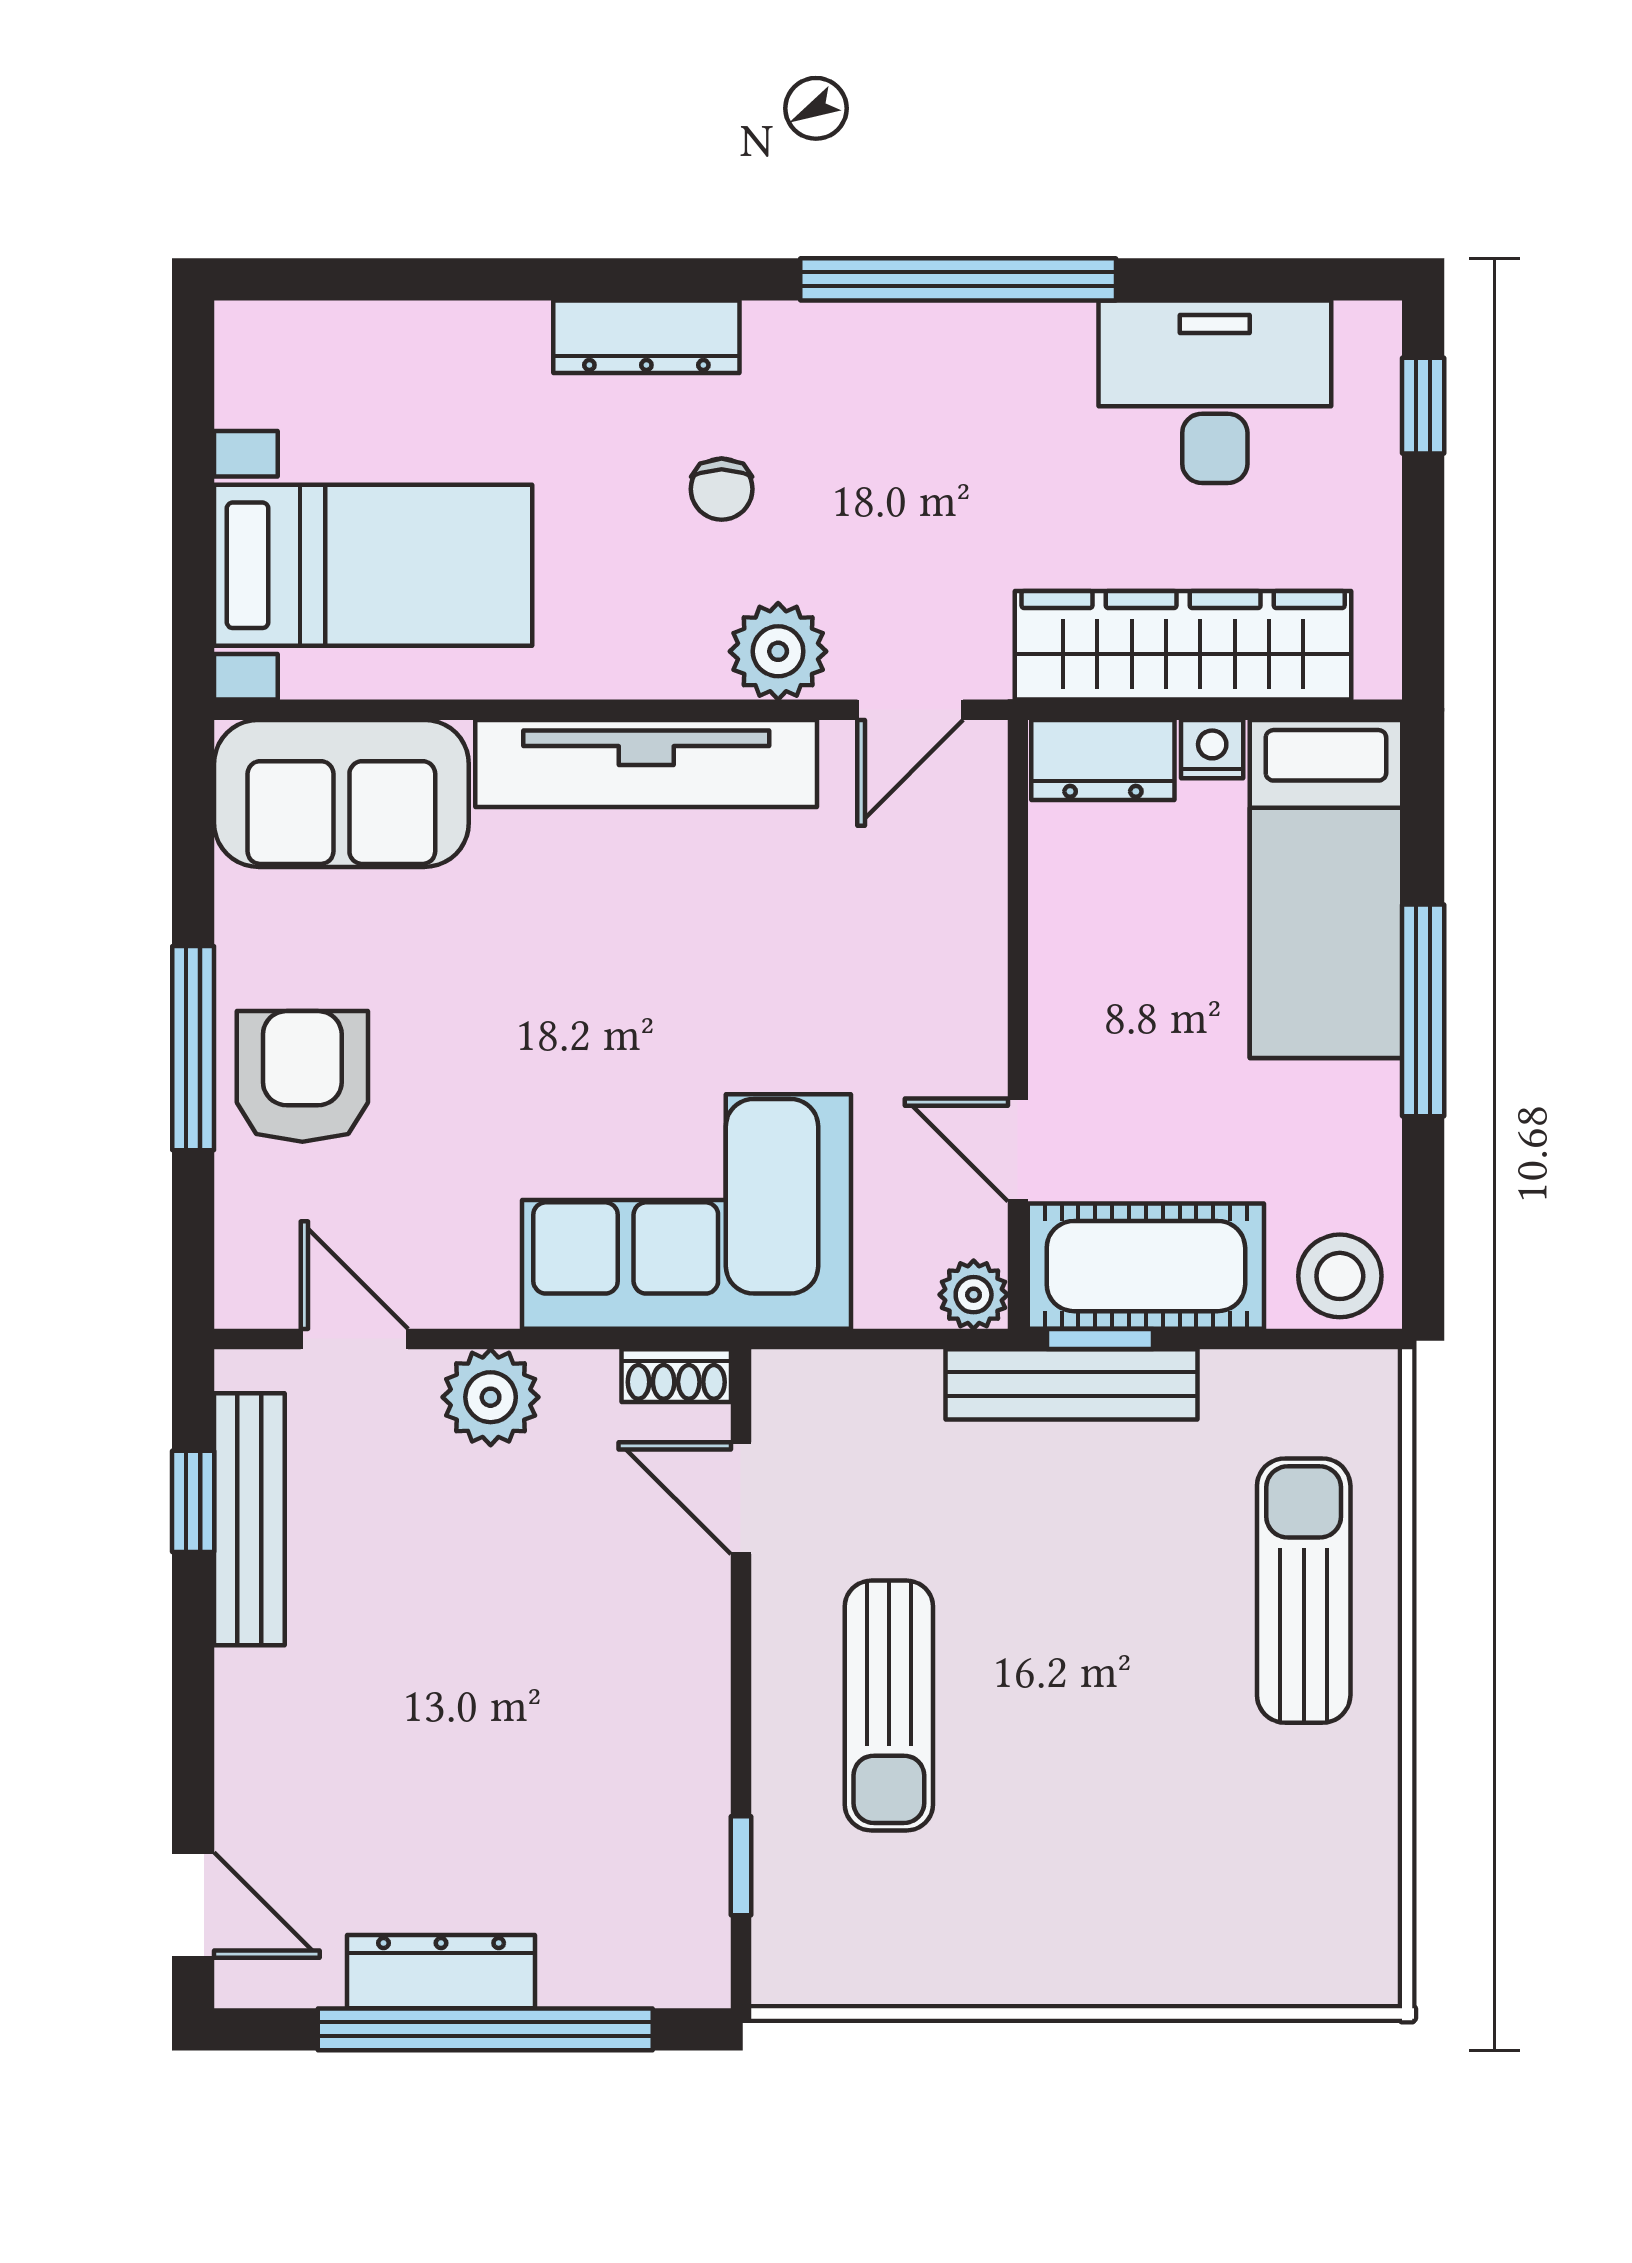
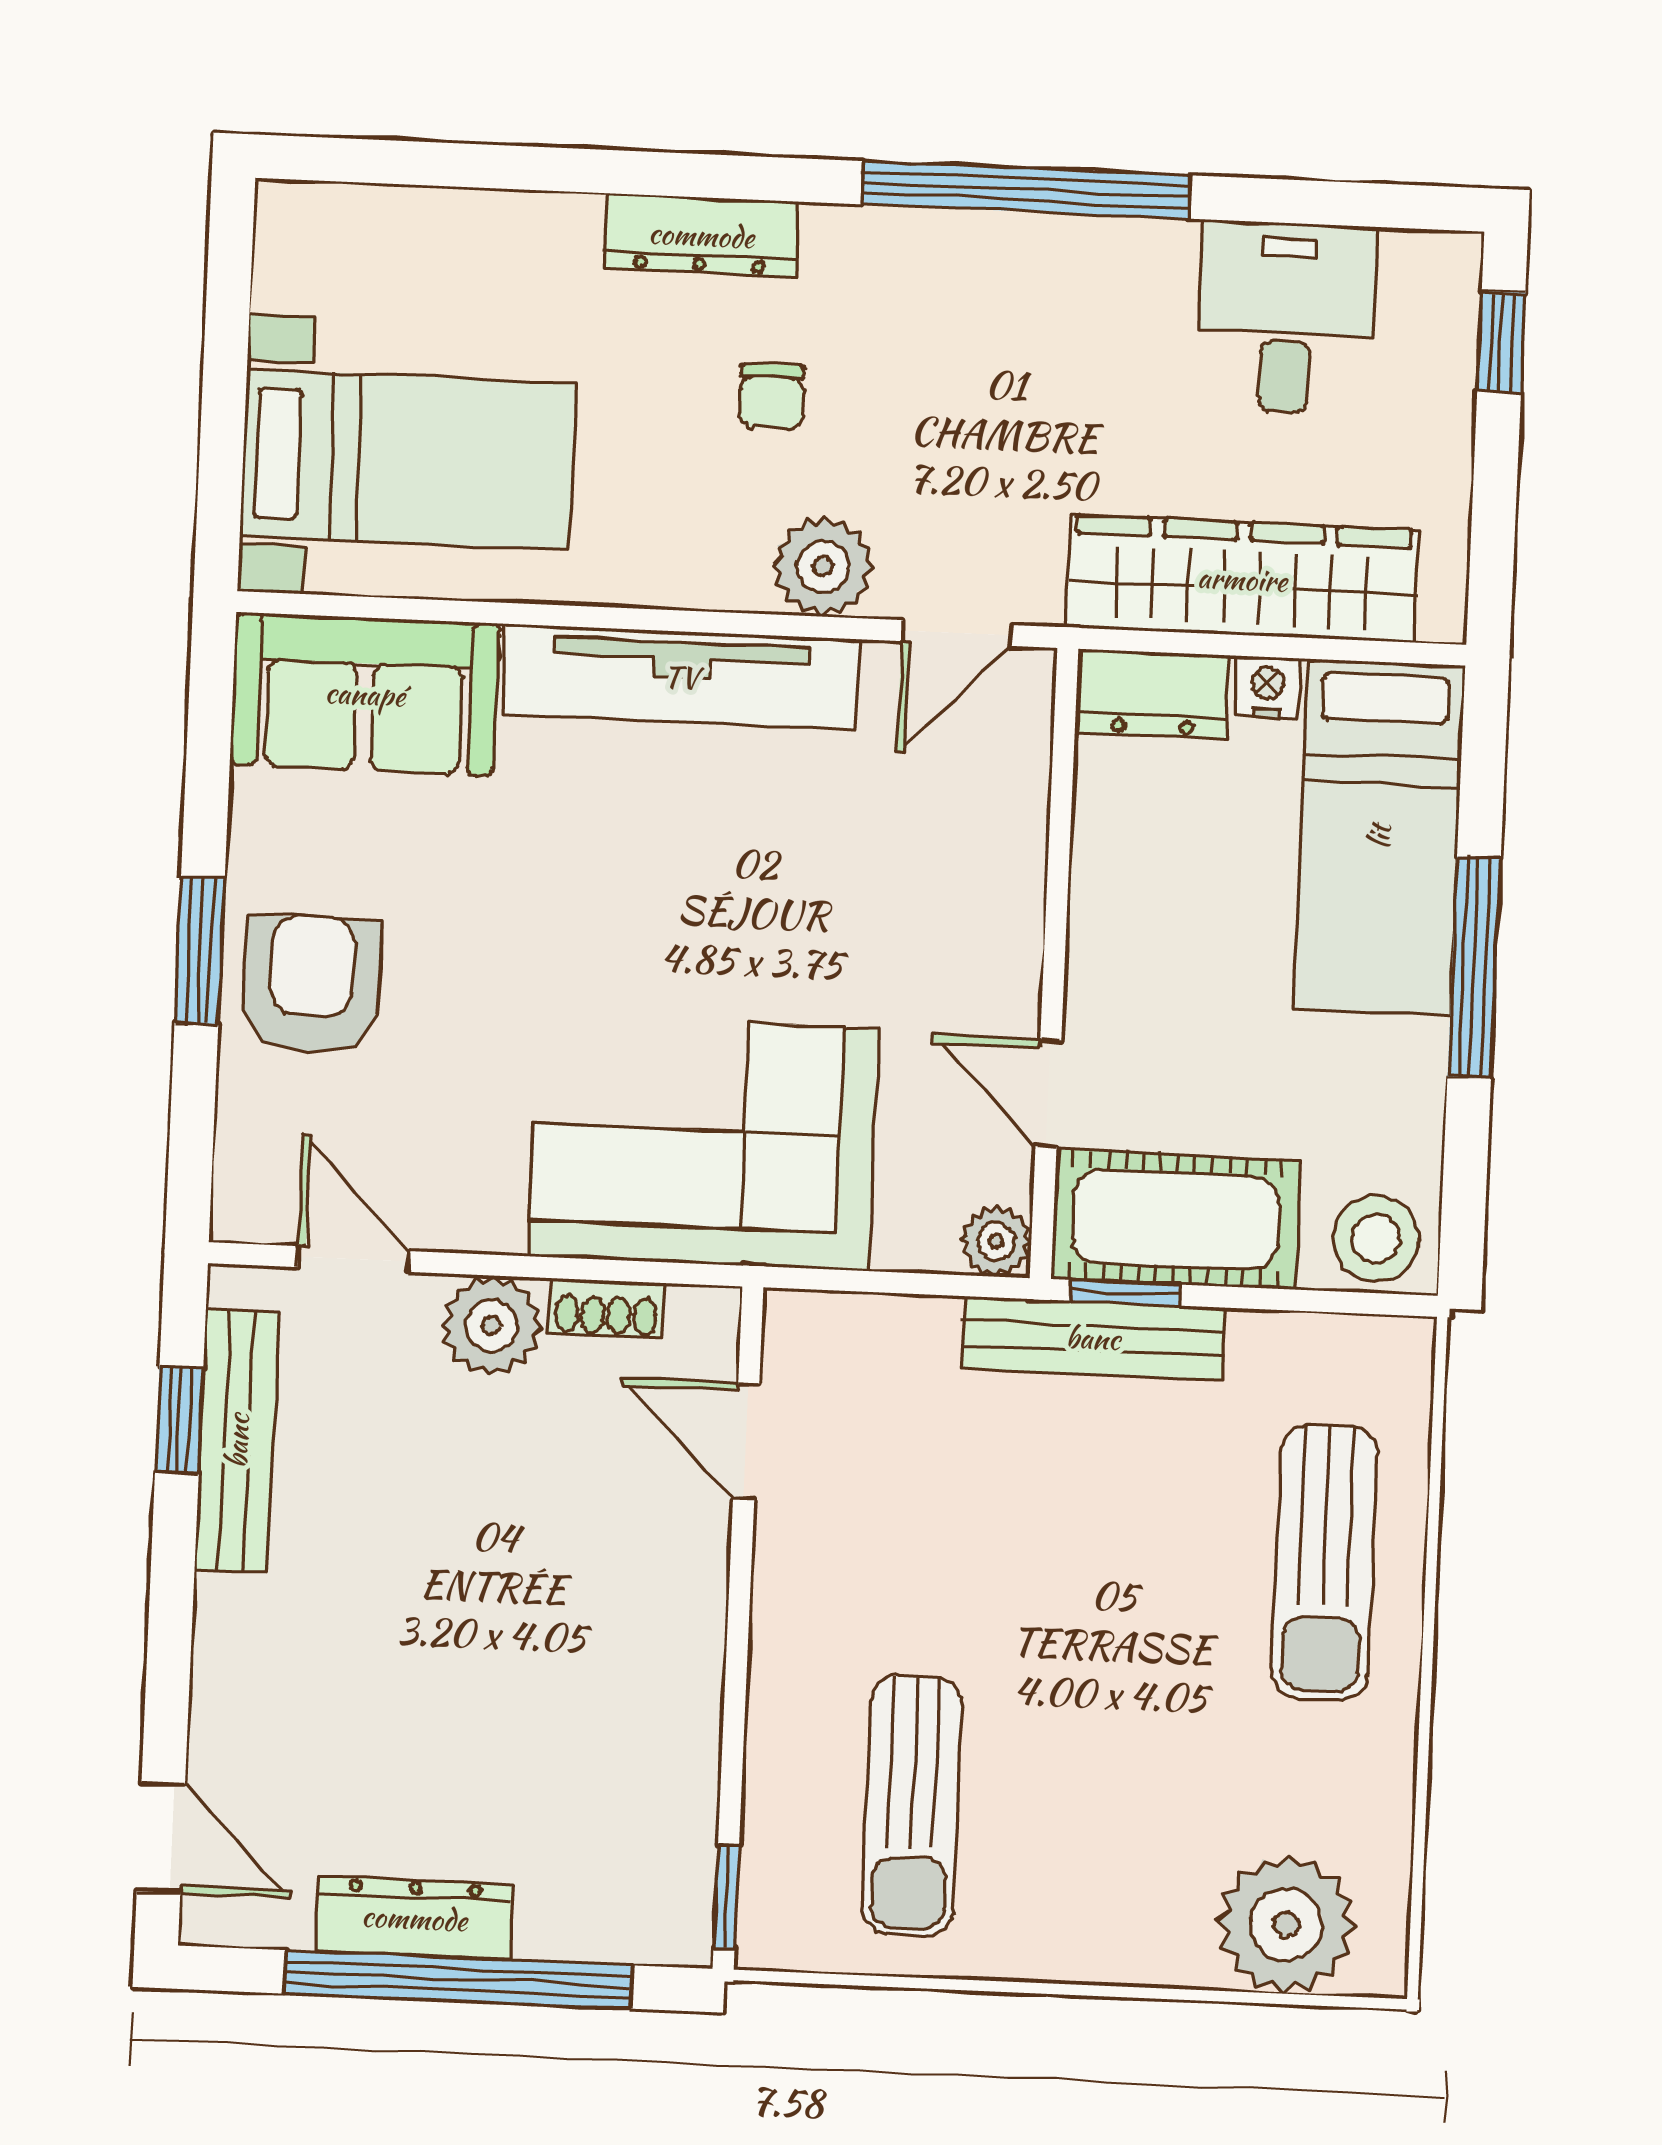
desk: (1215, 392) -> (1287, 318), width x0.73
window: (193, 1048) -> (200, 951), width x0.69
shoe rack: (676, 1376) -> (606, 1308), moved
sun lounger: (1304, 1591) -> (1324, 1562), turned 180
sun lounger: (889, 1706) -> (912, 1806), moved
window: (741, 1866) -> (726, 1897), moved
plant: (1282, 1941) -> (1286, 1924), added

